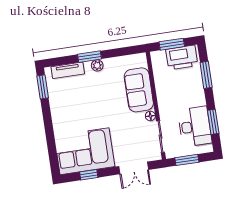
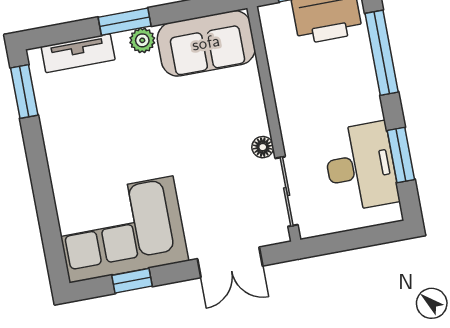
window: (206, 75) -> (382, 53), width x1.44
sofa: (139, 90) -> (206, 43), moved, turned -90
window: (187, 160) -> (346, 241), removed

